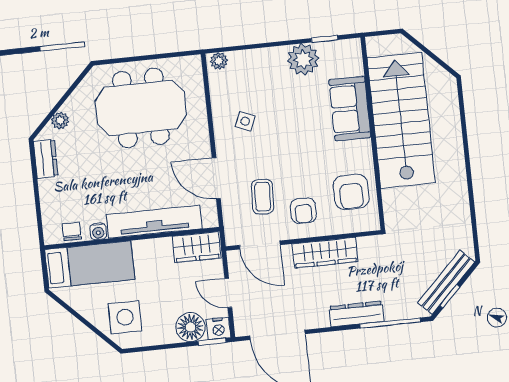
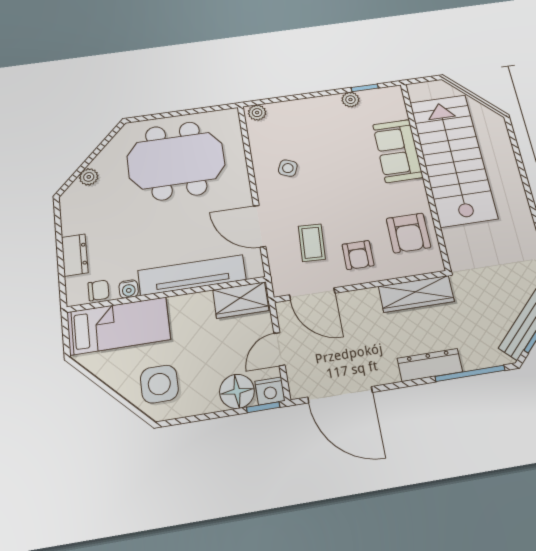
plant: (303, 59) -> (350, 100), width x0.53, depth x0.53
dresser: (46, 159) -> (75, 255), moved
chair: (72, 231) -> (98, 290), turned 90
wardrobe: (325, 253) -> (416, 294), moved
door: (228, 293) -> (279, 349), hinge flipped

